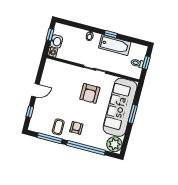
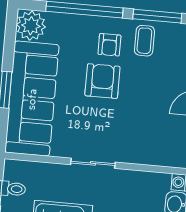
armchair: (90, 93) -> (102, 81), moved

